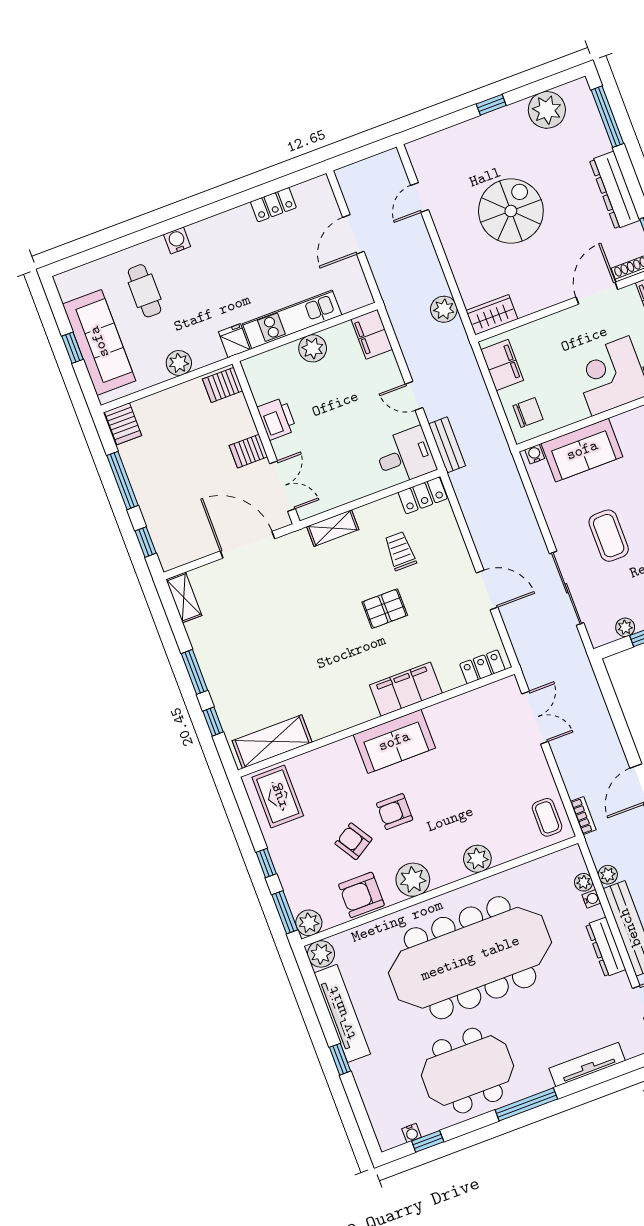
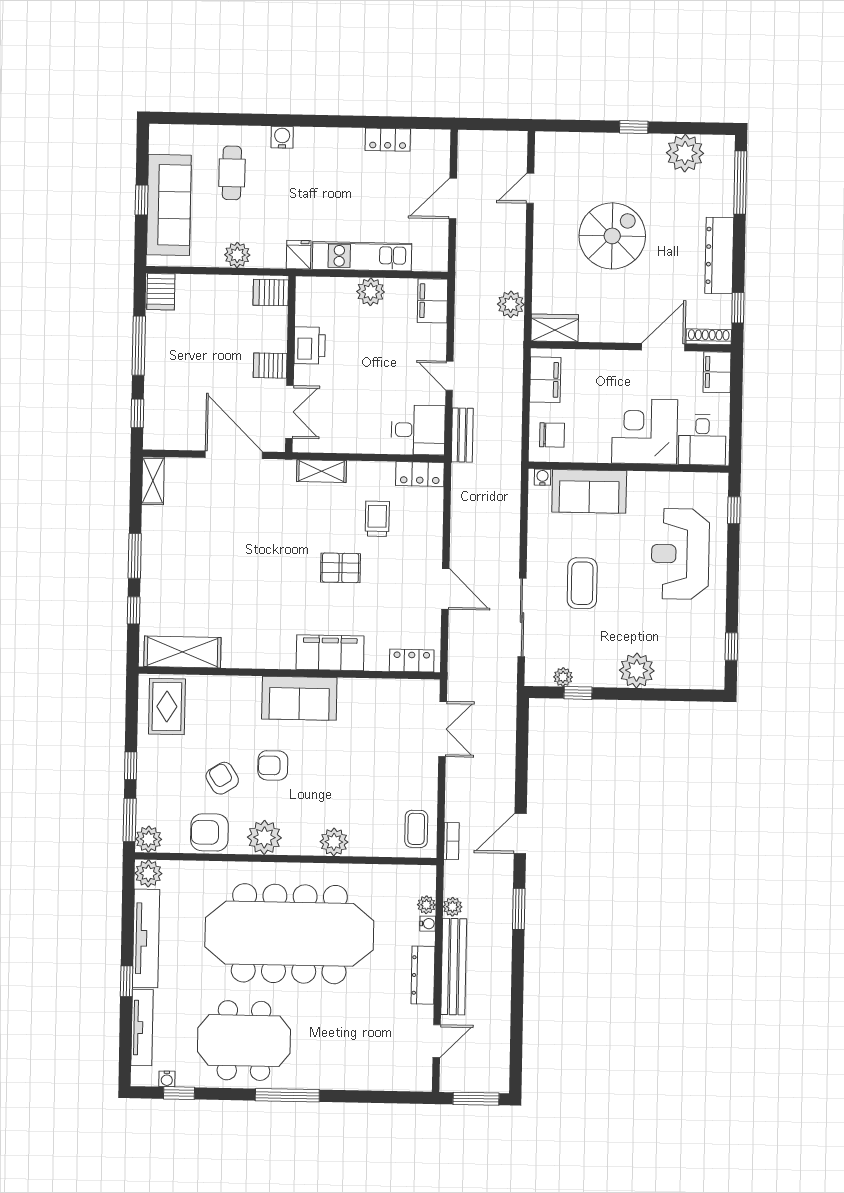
tv unit: (587, 1064) -> (142, 1028), moved, turned 90

